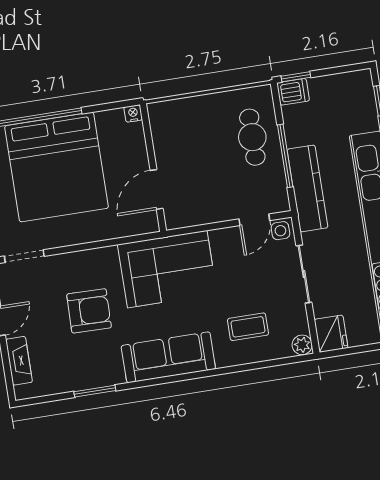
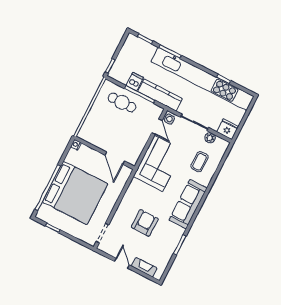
dishwasher: (293, 92) -> (135, 82), moved
corner sofa: (167, 269) -> (158, 163), moved
plant: (302, 345) -> (210, 138), moved

